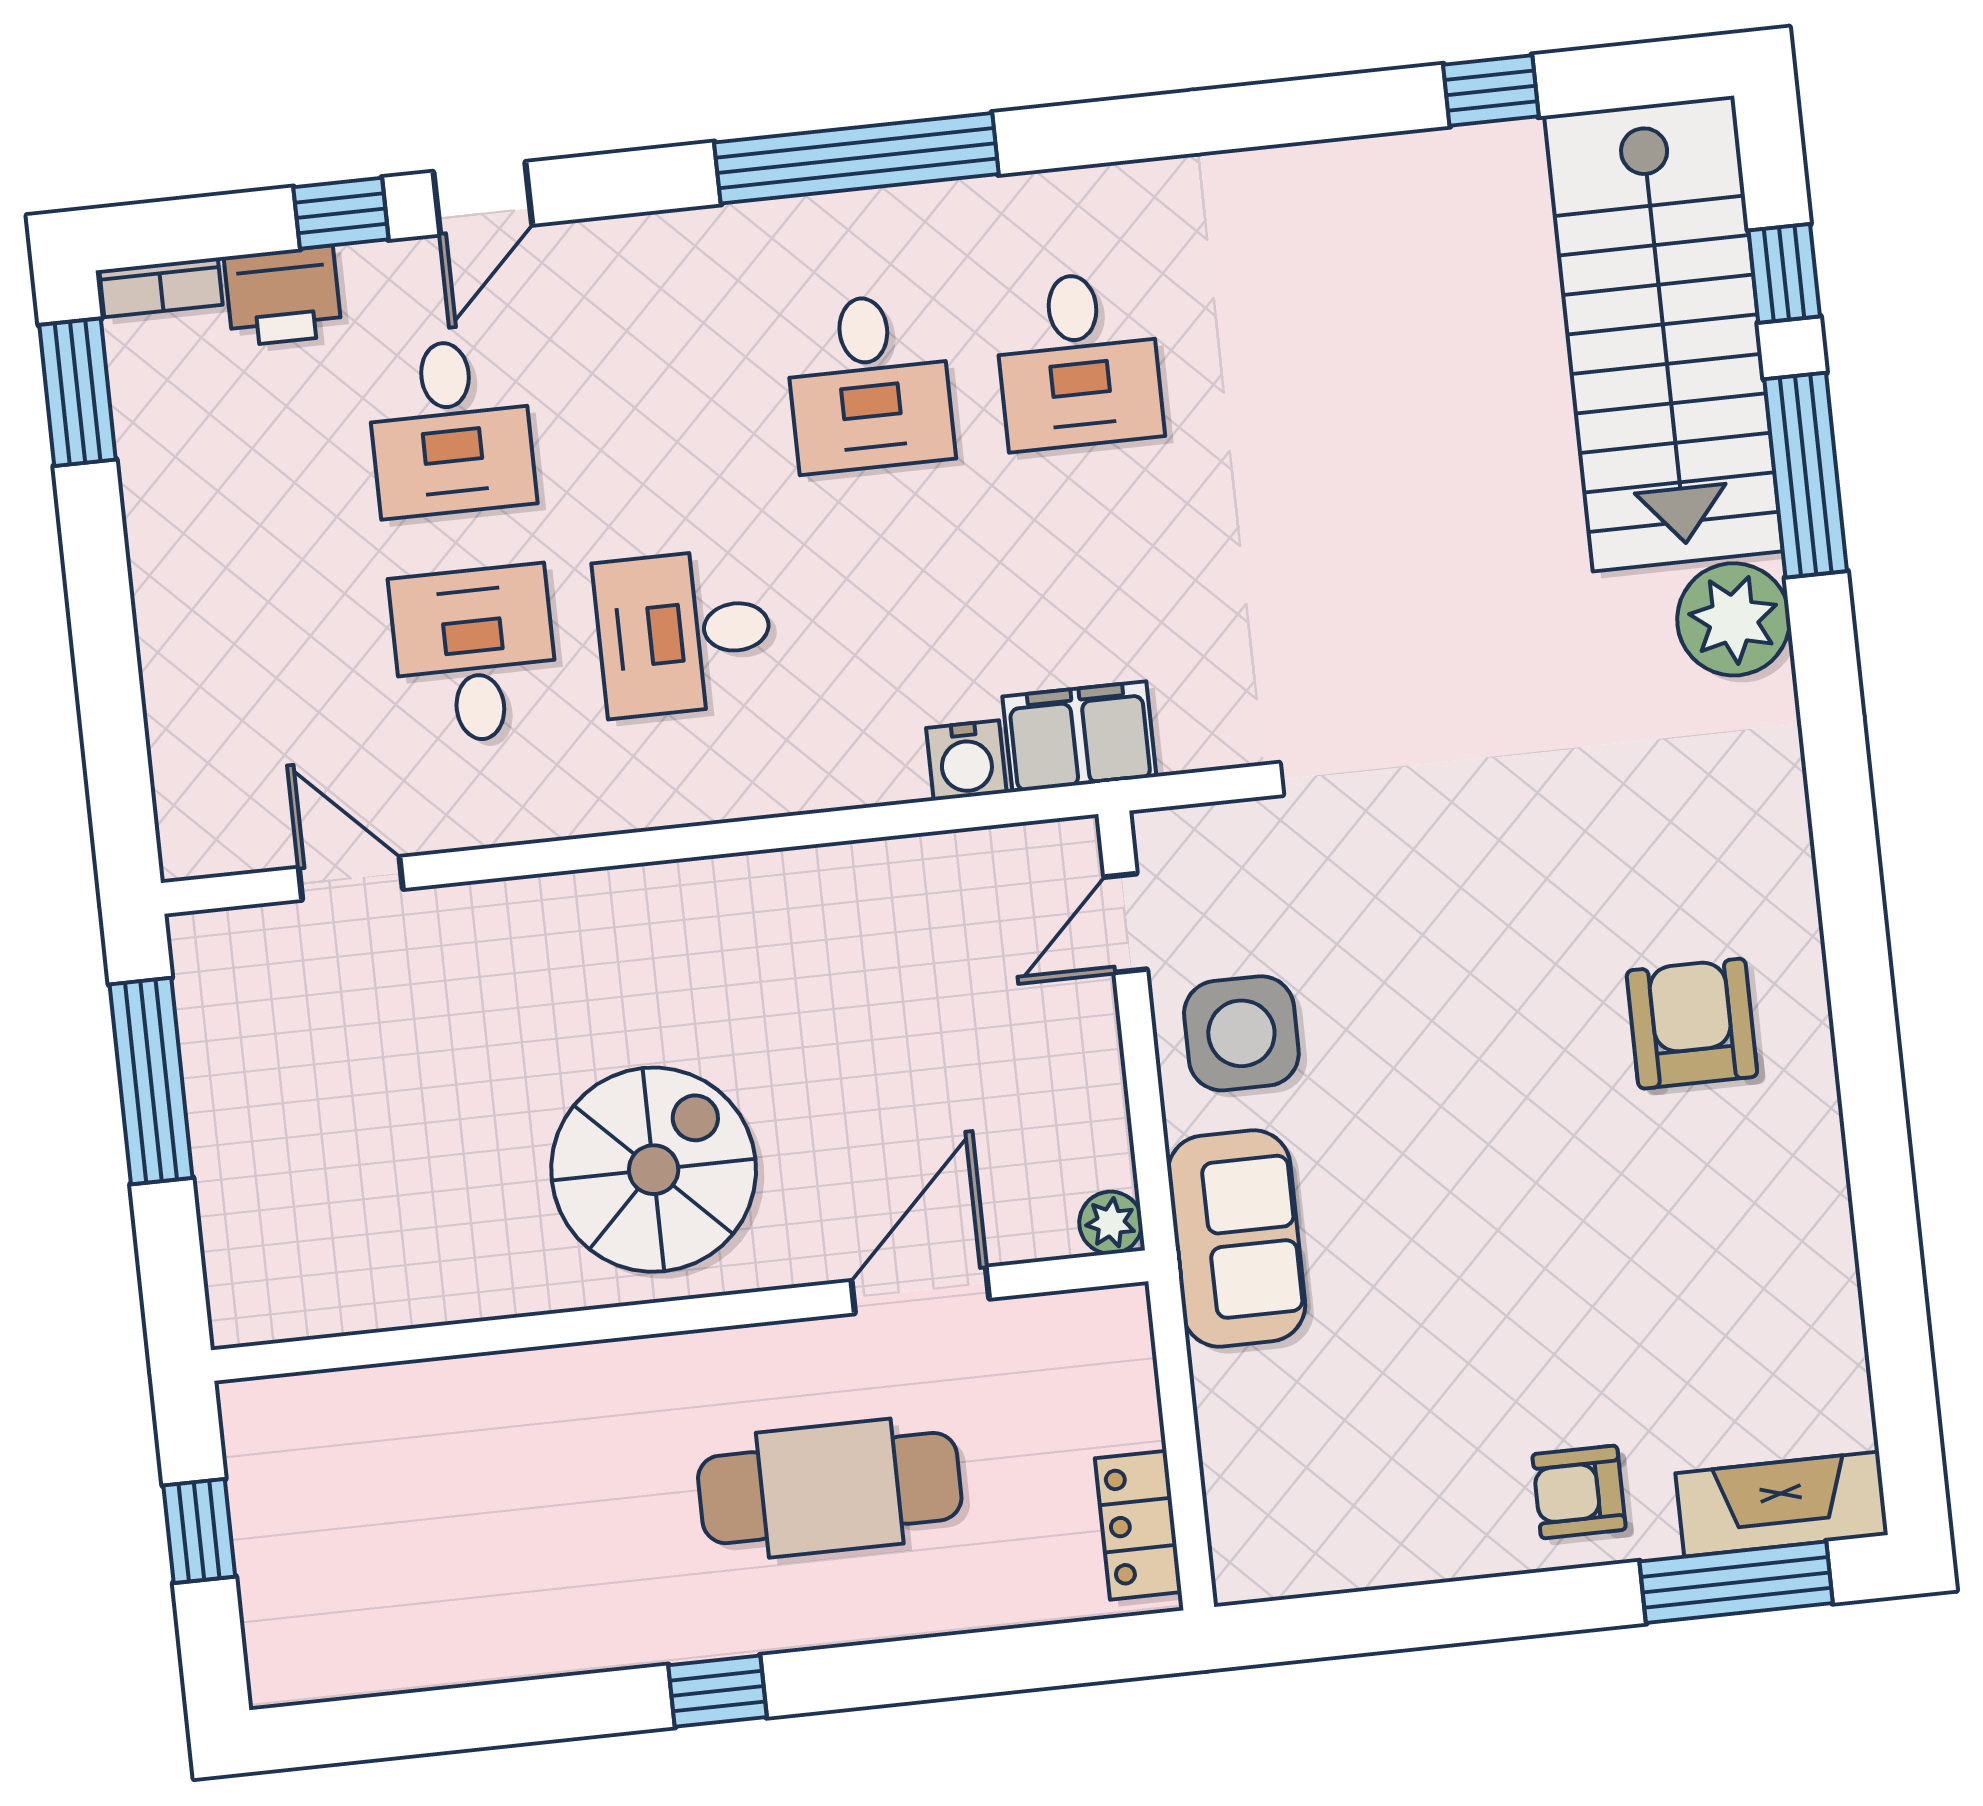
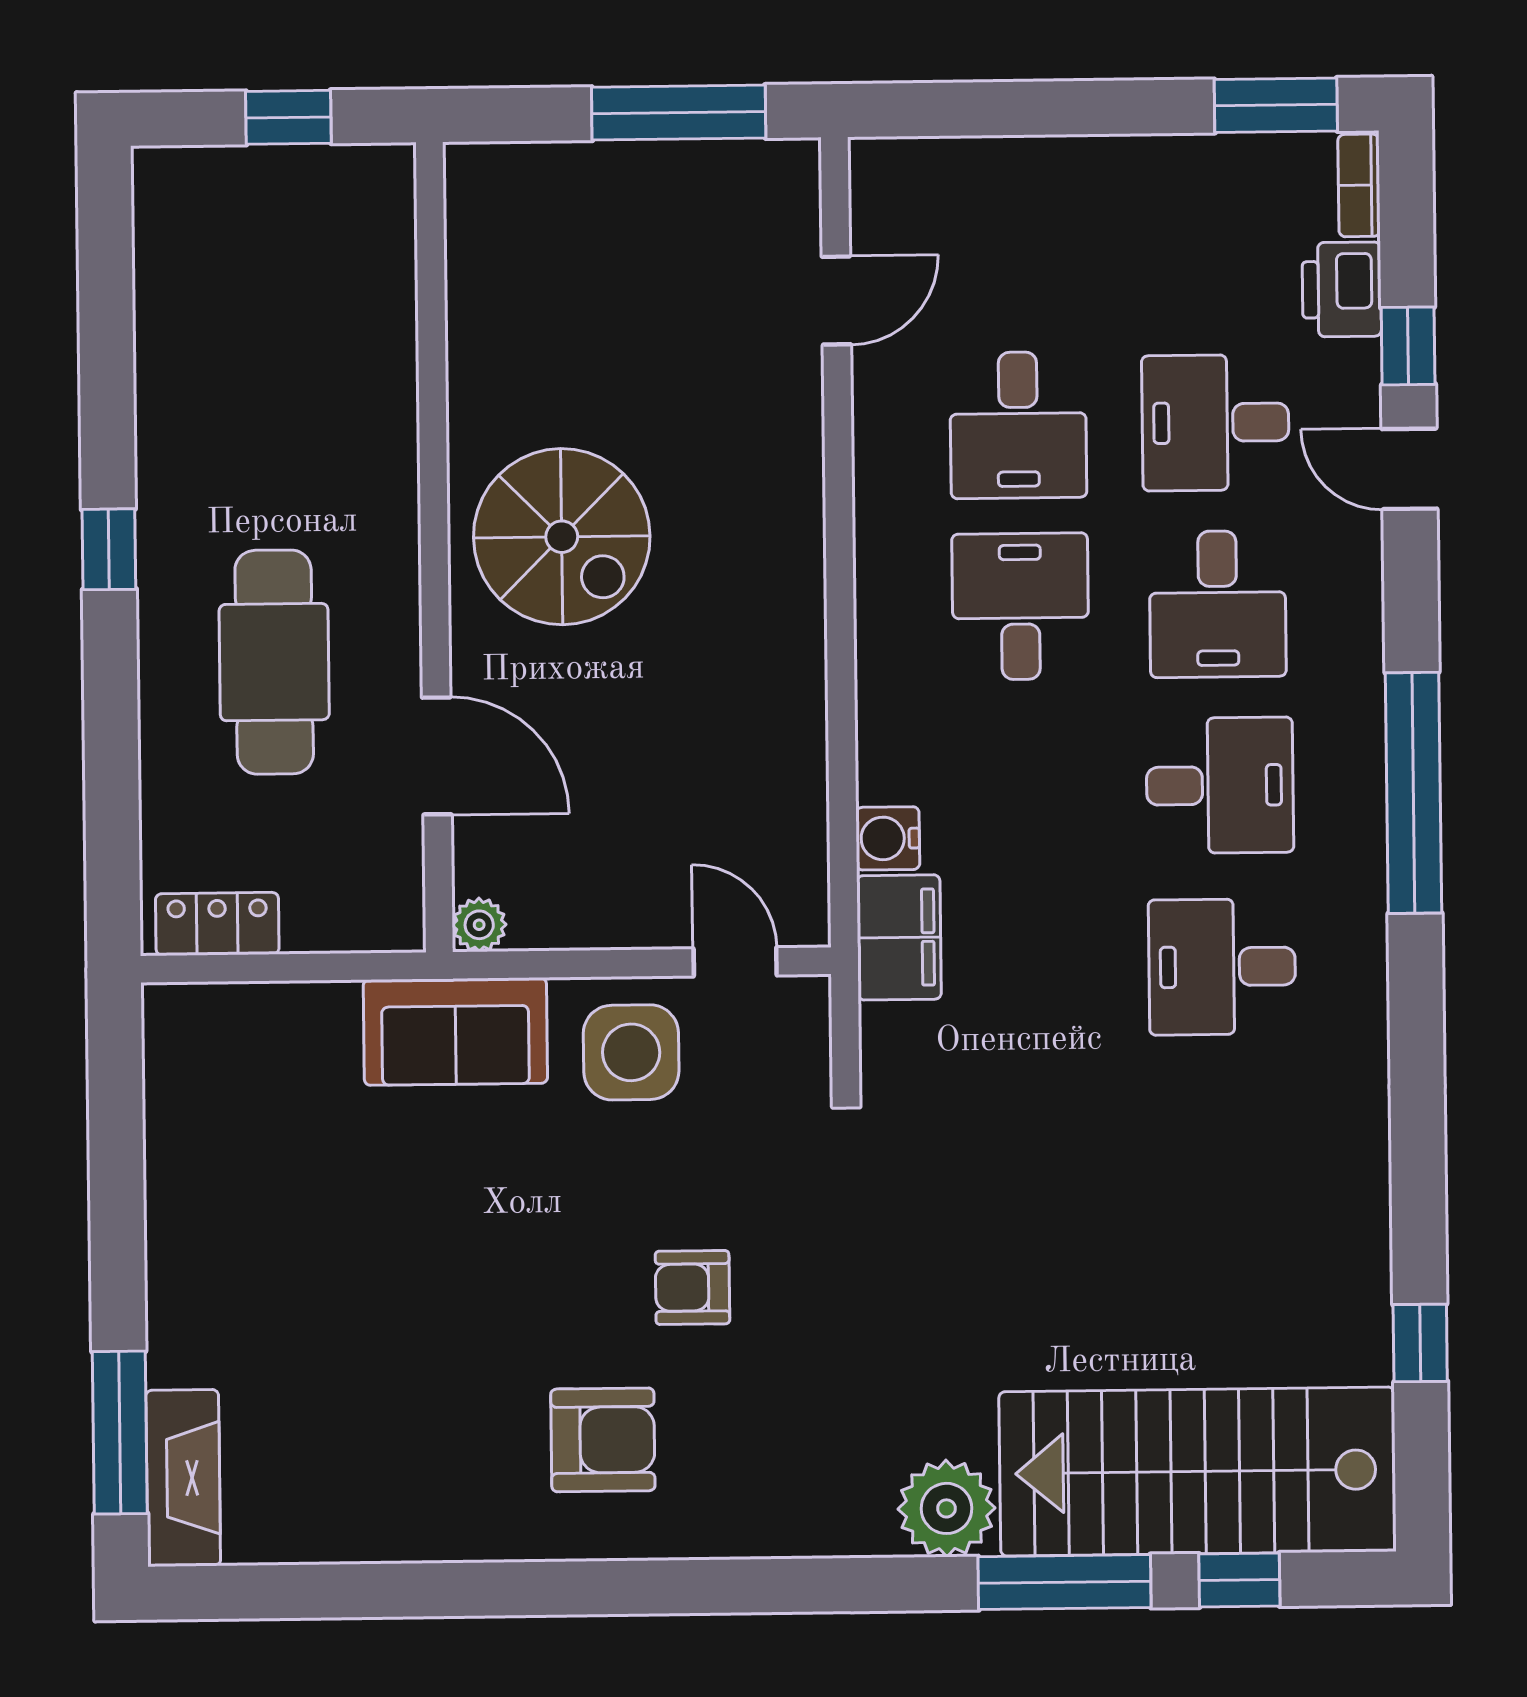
desk: (869, 383) -> (1220, 785), turned 180
desk: (660, 405) -> (1218, 604), added
desk: (475, 655) -> (1018, 425), turned 90
armchair: (1579, 1492) -> (692, 1287), moved, turned -90

